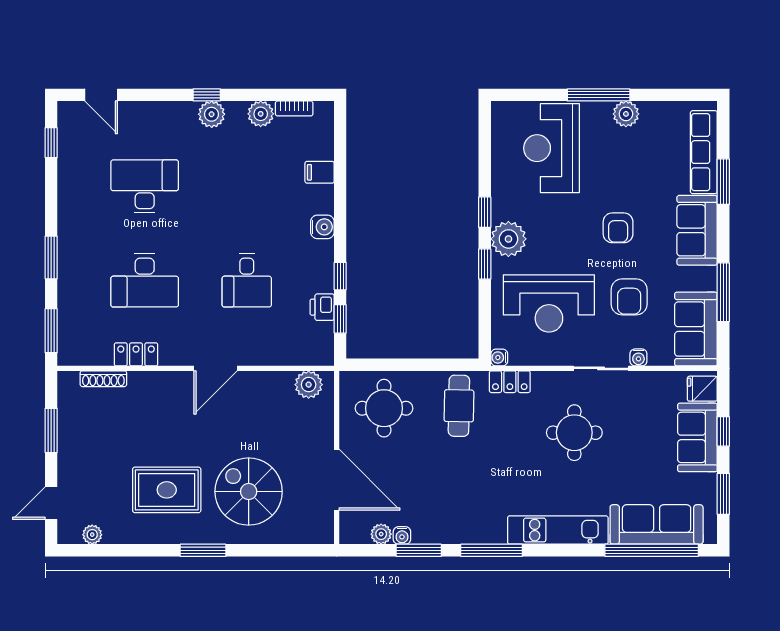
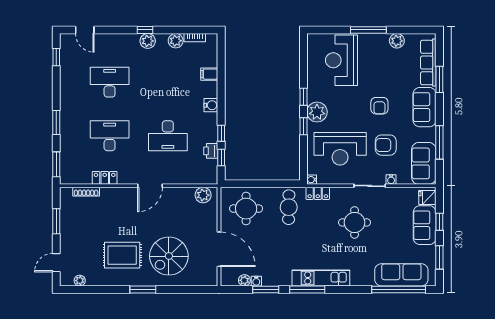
plant: (626, 114) -> (397, 41), moved
desk: (145, 280) -> (110, 136), turned 180
desk: (247, 280) -> (168, 136), width x1.37
armchair: (629, 297) -> (386, 145), turned 90
spiral stairs: (249, 492) -> (169, 256), turned -90
kitchen unit: (558, 530) -> (321, 278), moved

